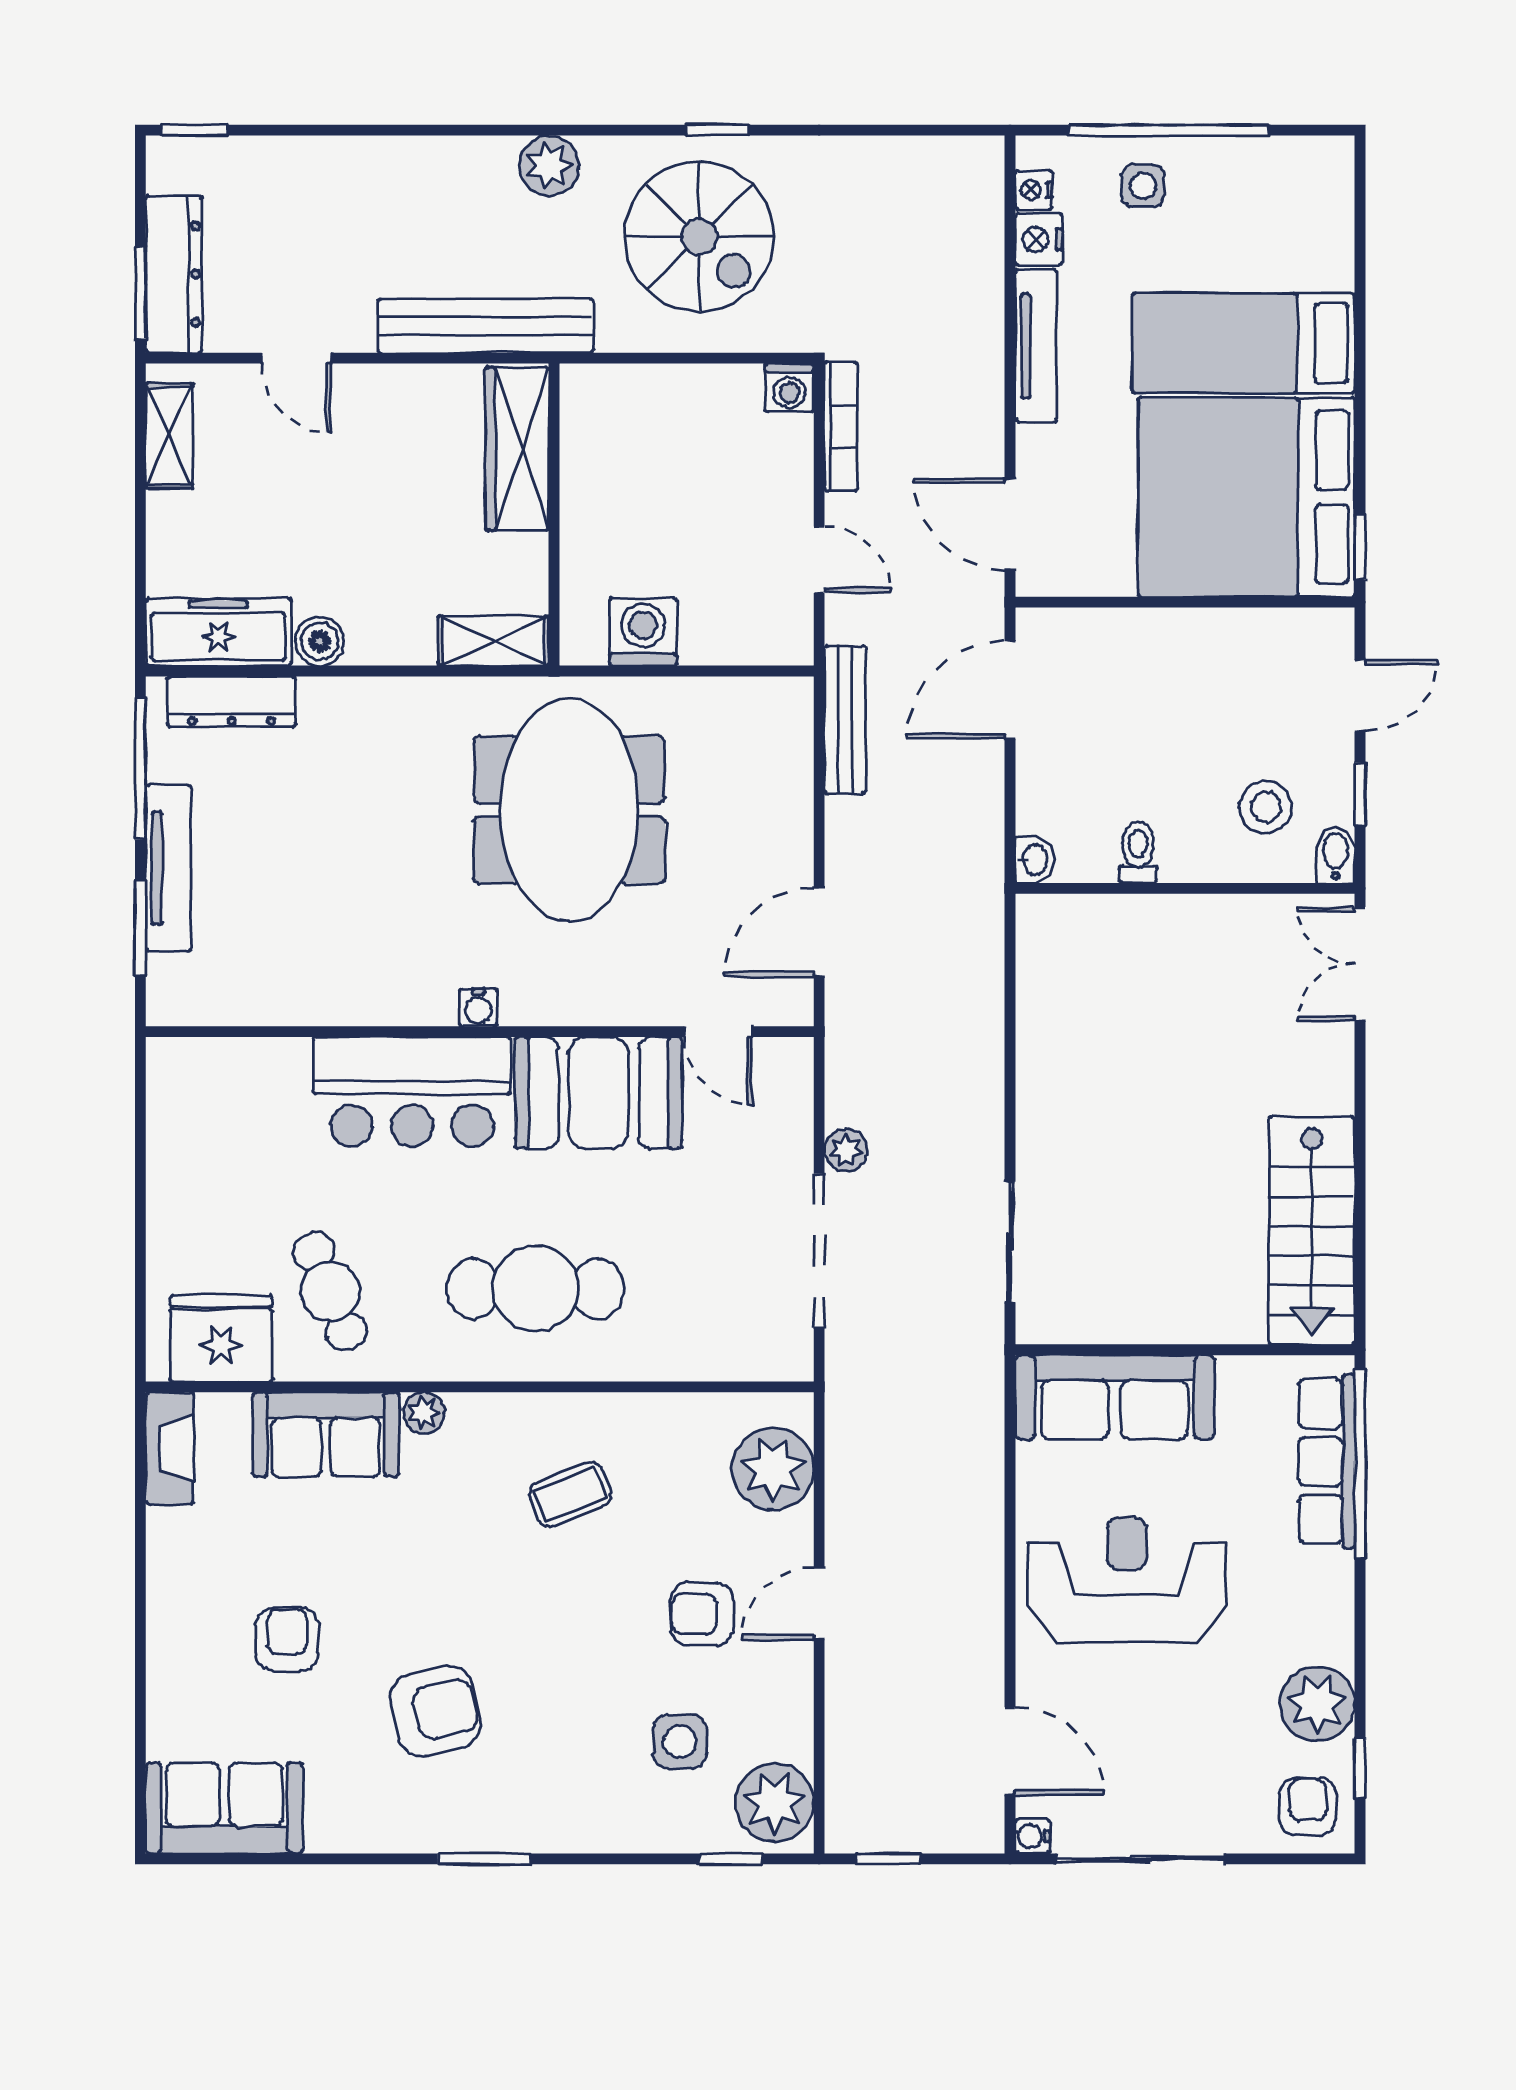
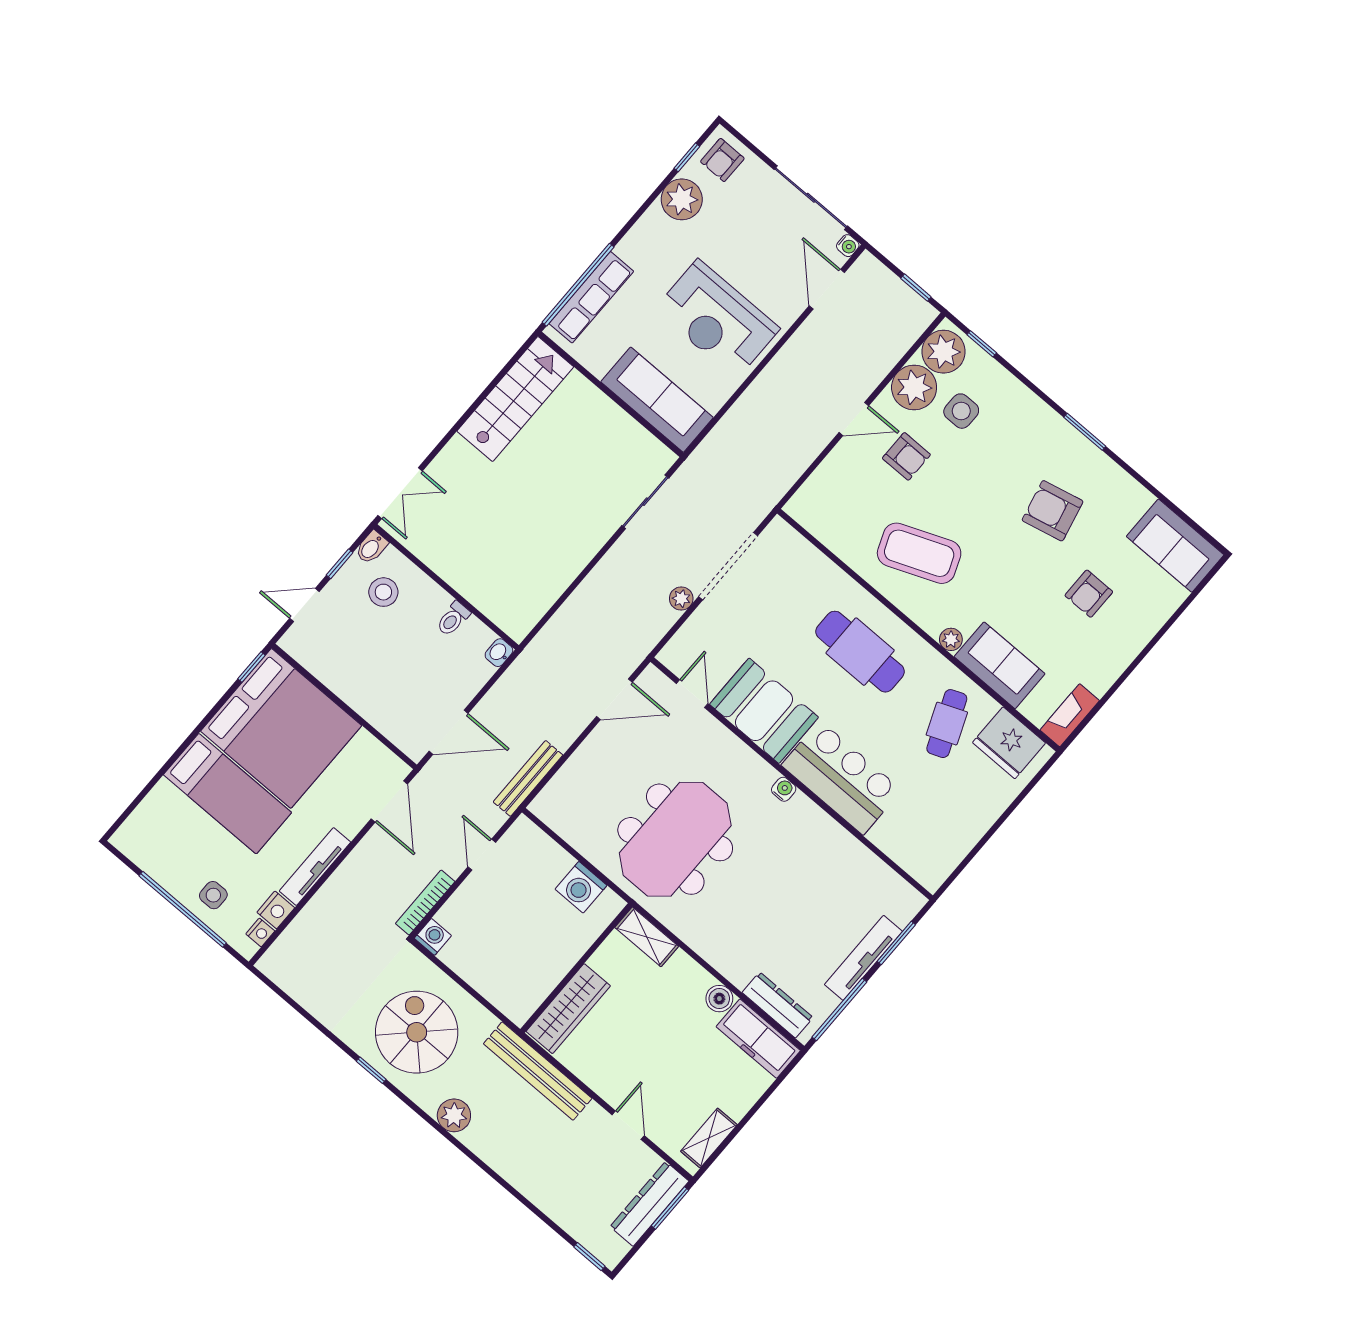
plant: (773, 1469) -> (914, 387), moved
coffee table: (570, 1495) -> (919, 553), width x1.86, depth x1.72

